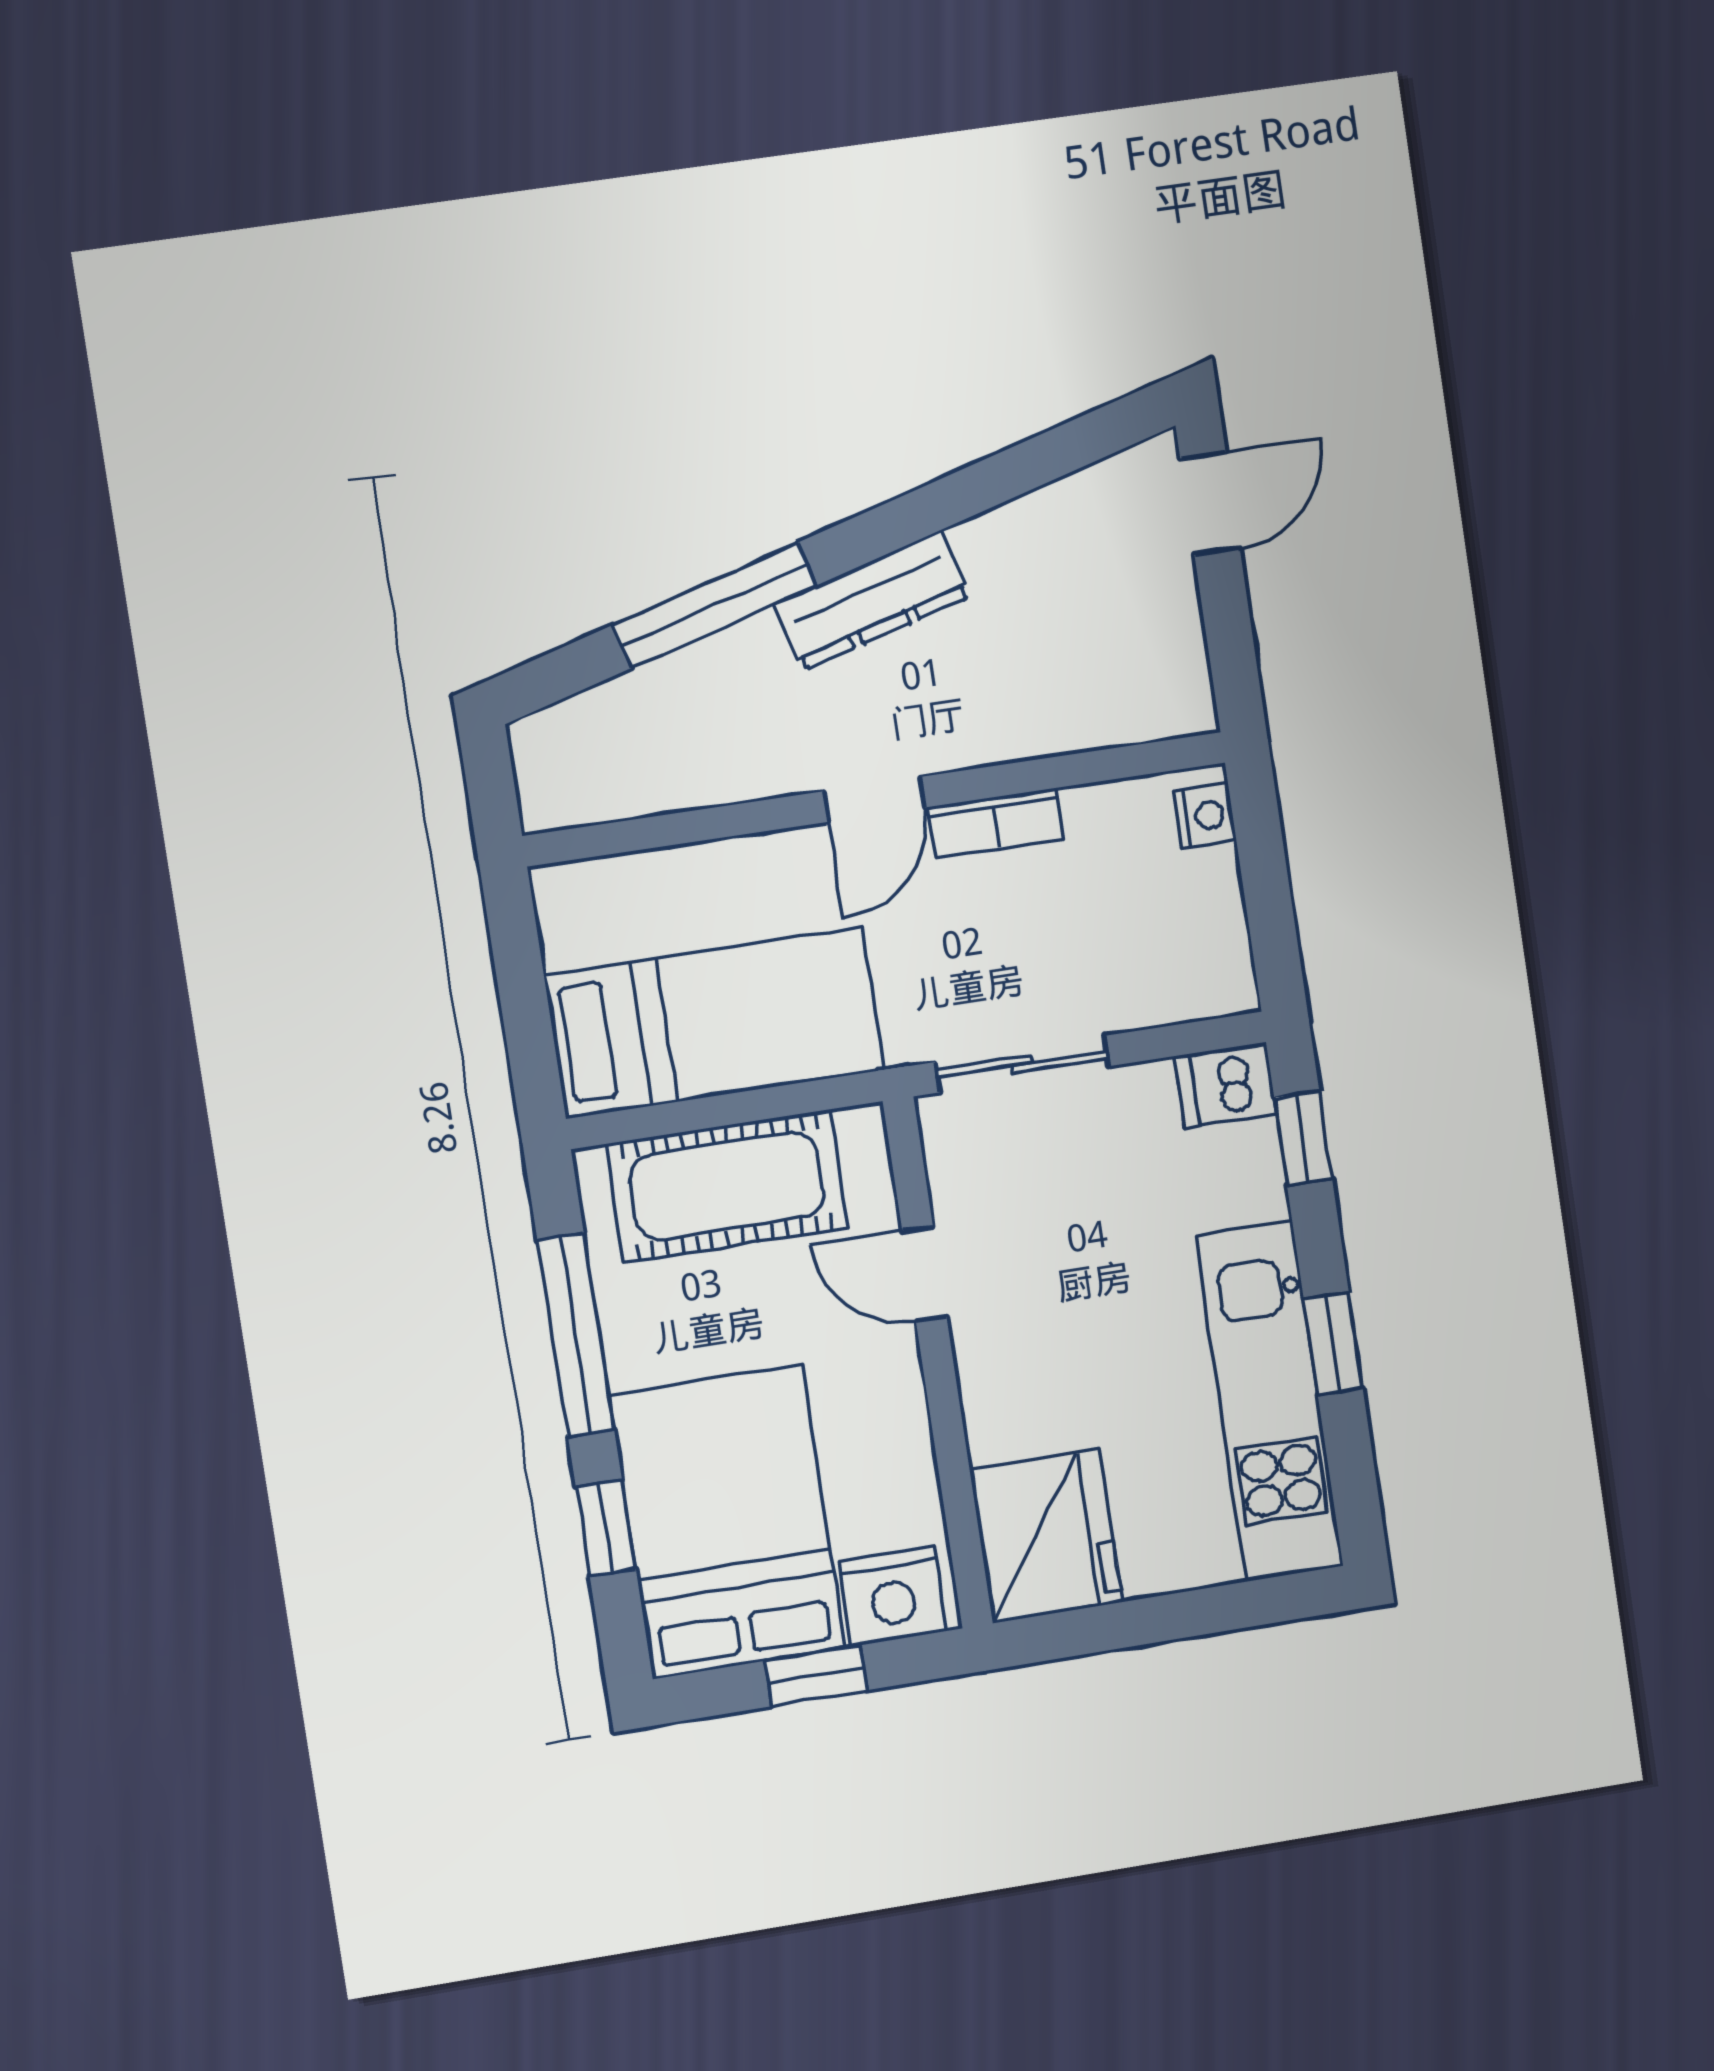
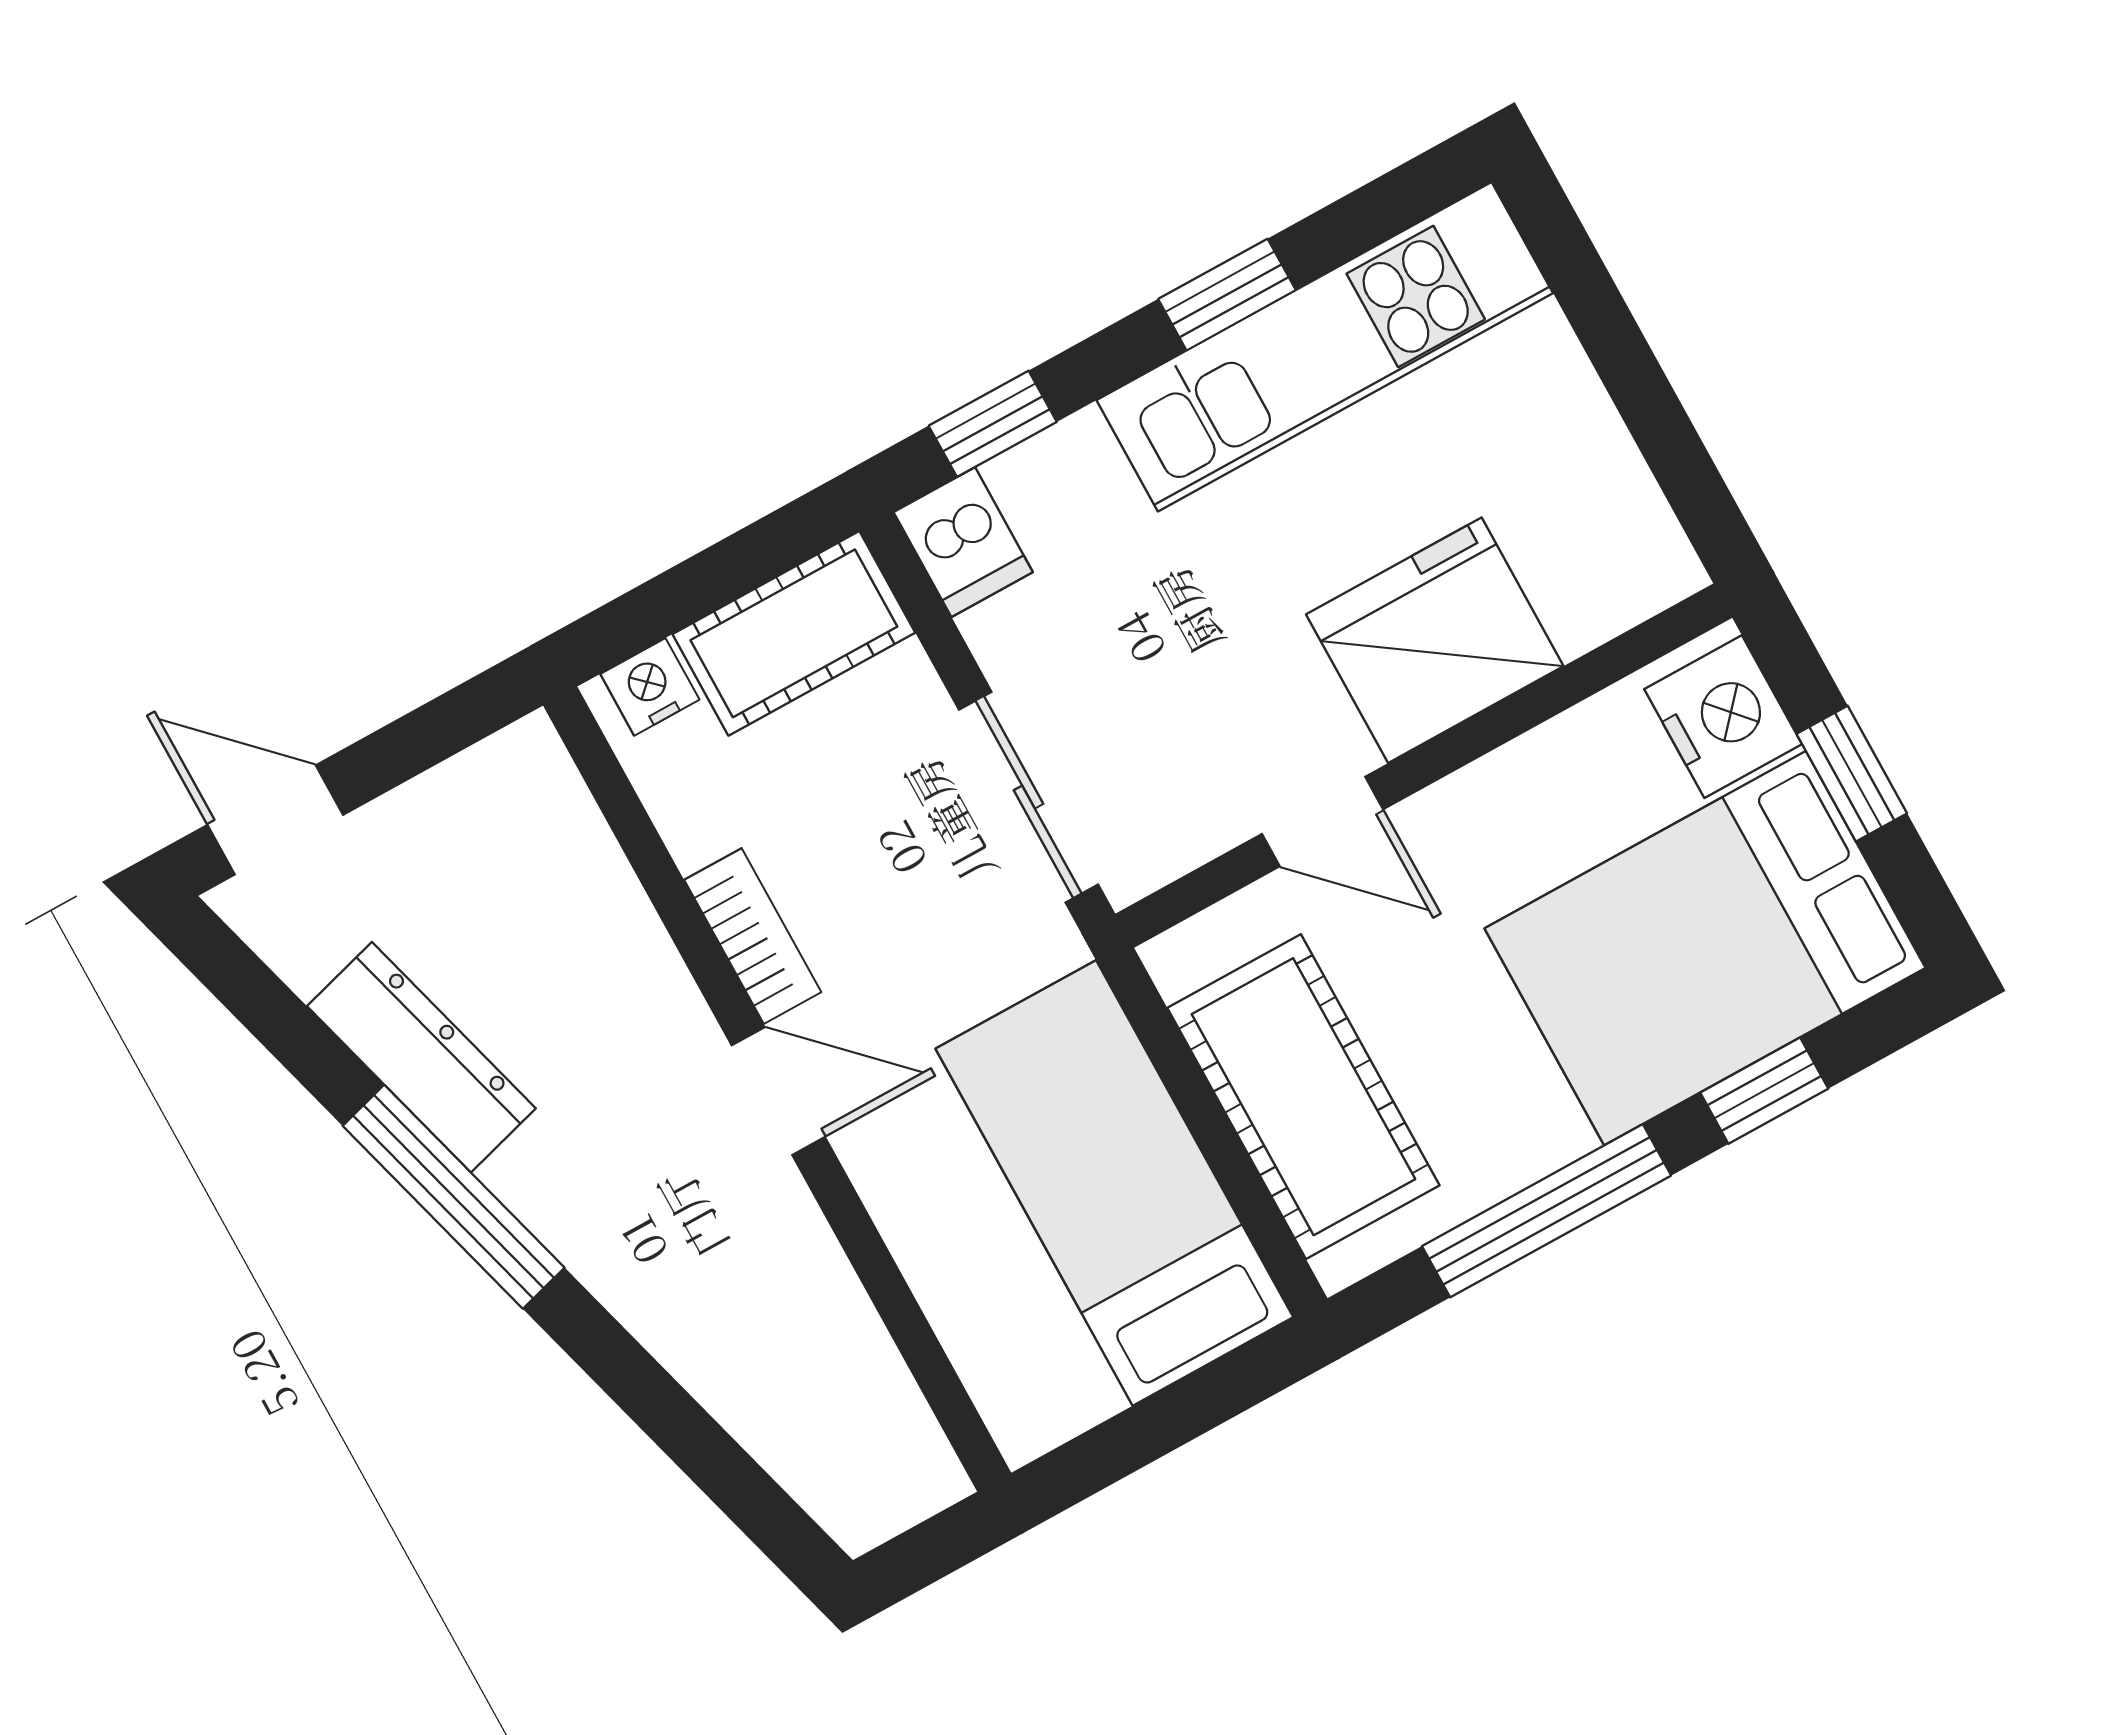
dresser: (872, 600) -> (421, 1057), moved
window: (715, 605) -> (454, 1197), moved
cot: (1205, 936) -> (794, 633), added
door: (924, 1274) -> (1323, 822), hinge flipped
fridge: (1046, 1536) -> (1435, 640), moved

